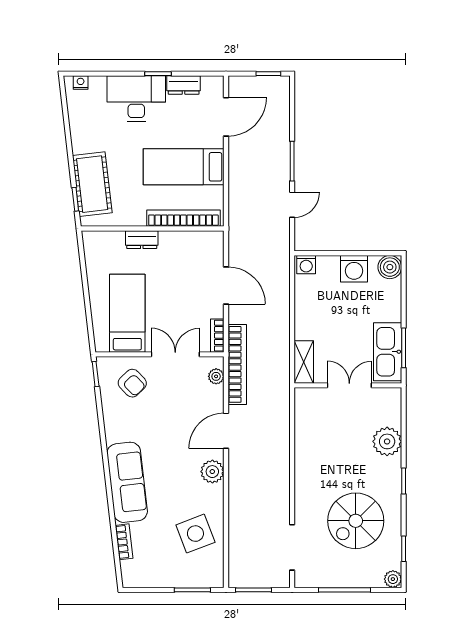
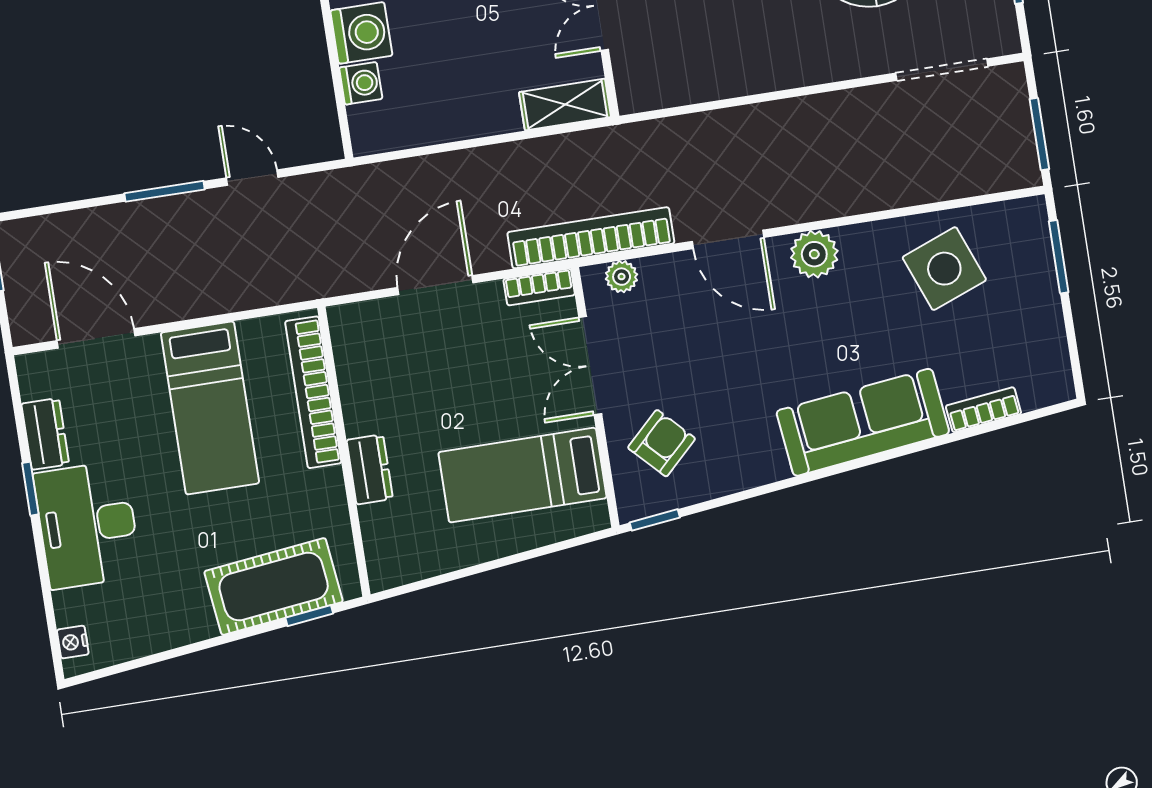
washing machine: (306, 265) -> (361, 83), moved

